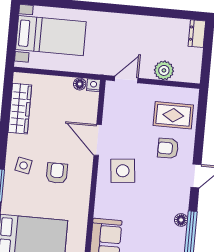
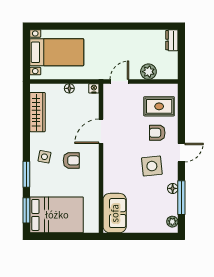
floor lamp: (80, 84) -> (69, 88), moved
door: (98, 140) -> (101, 131), hinge flipped
side table: (123, 171) -> (152, 166), moved
armchair: (57, 173) -> (71, 160), turned 90

